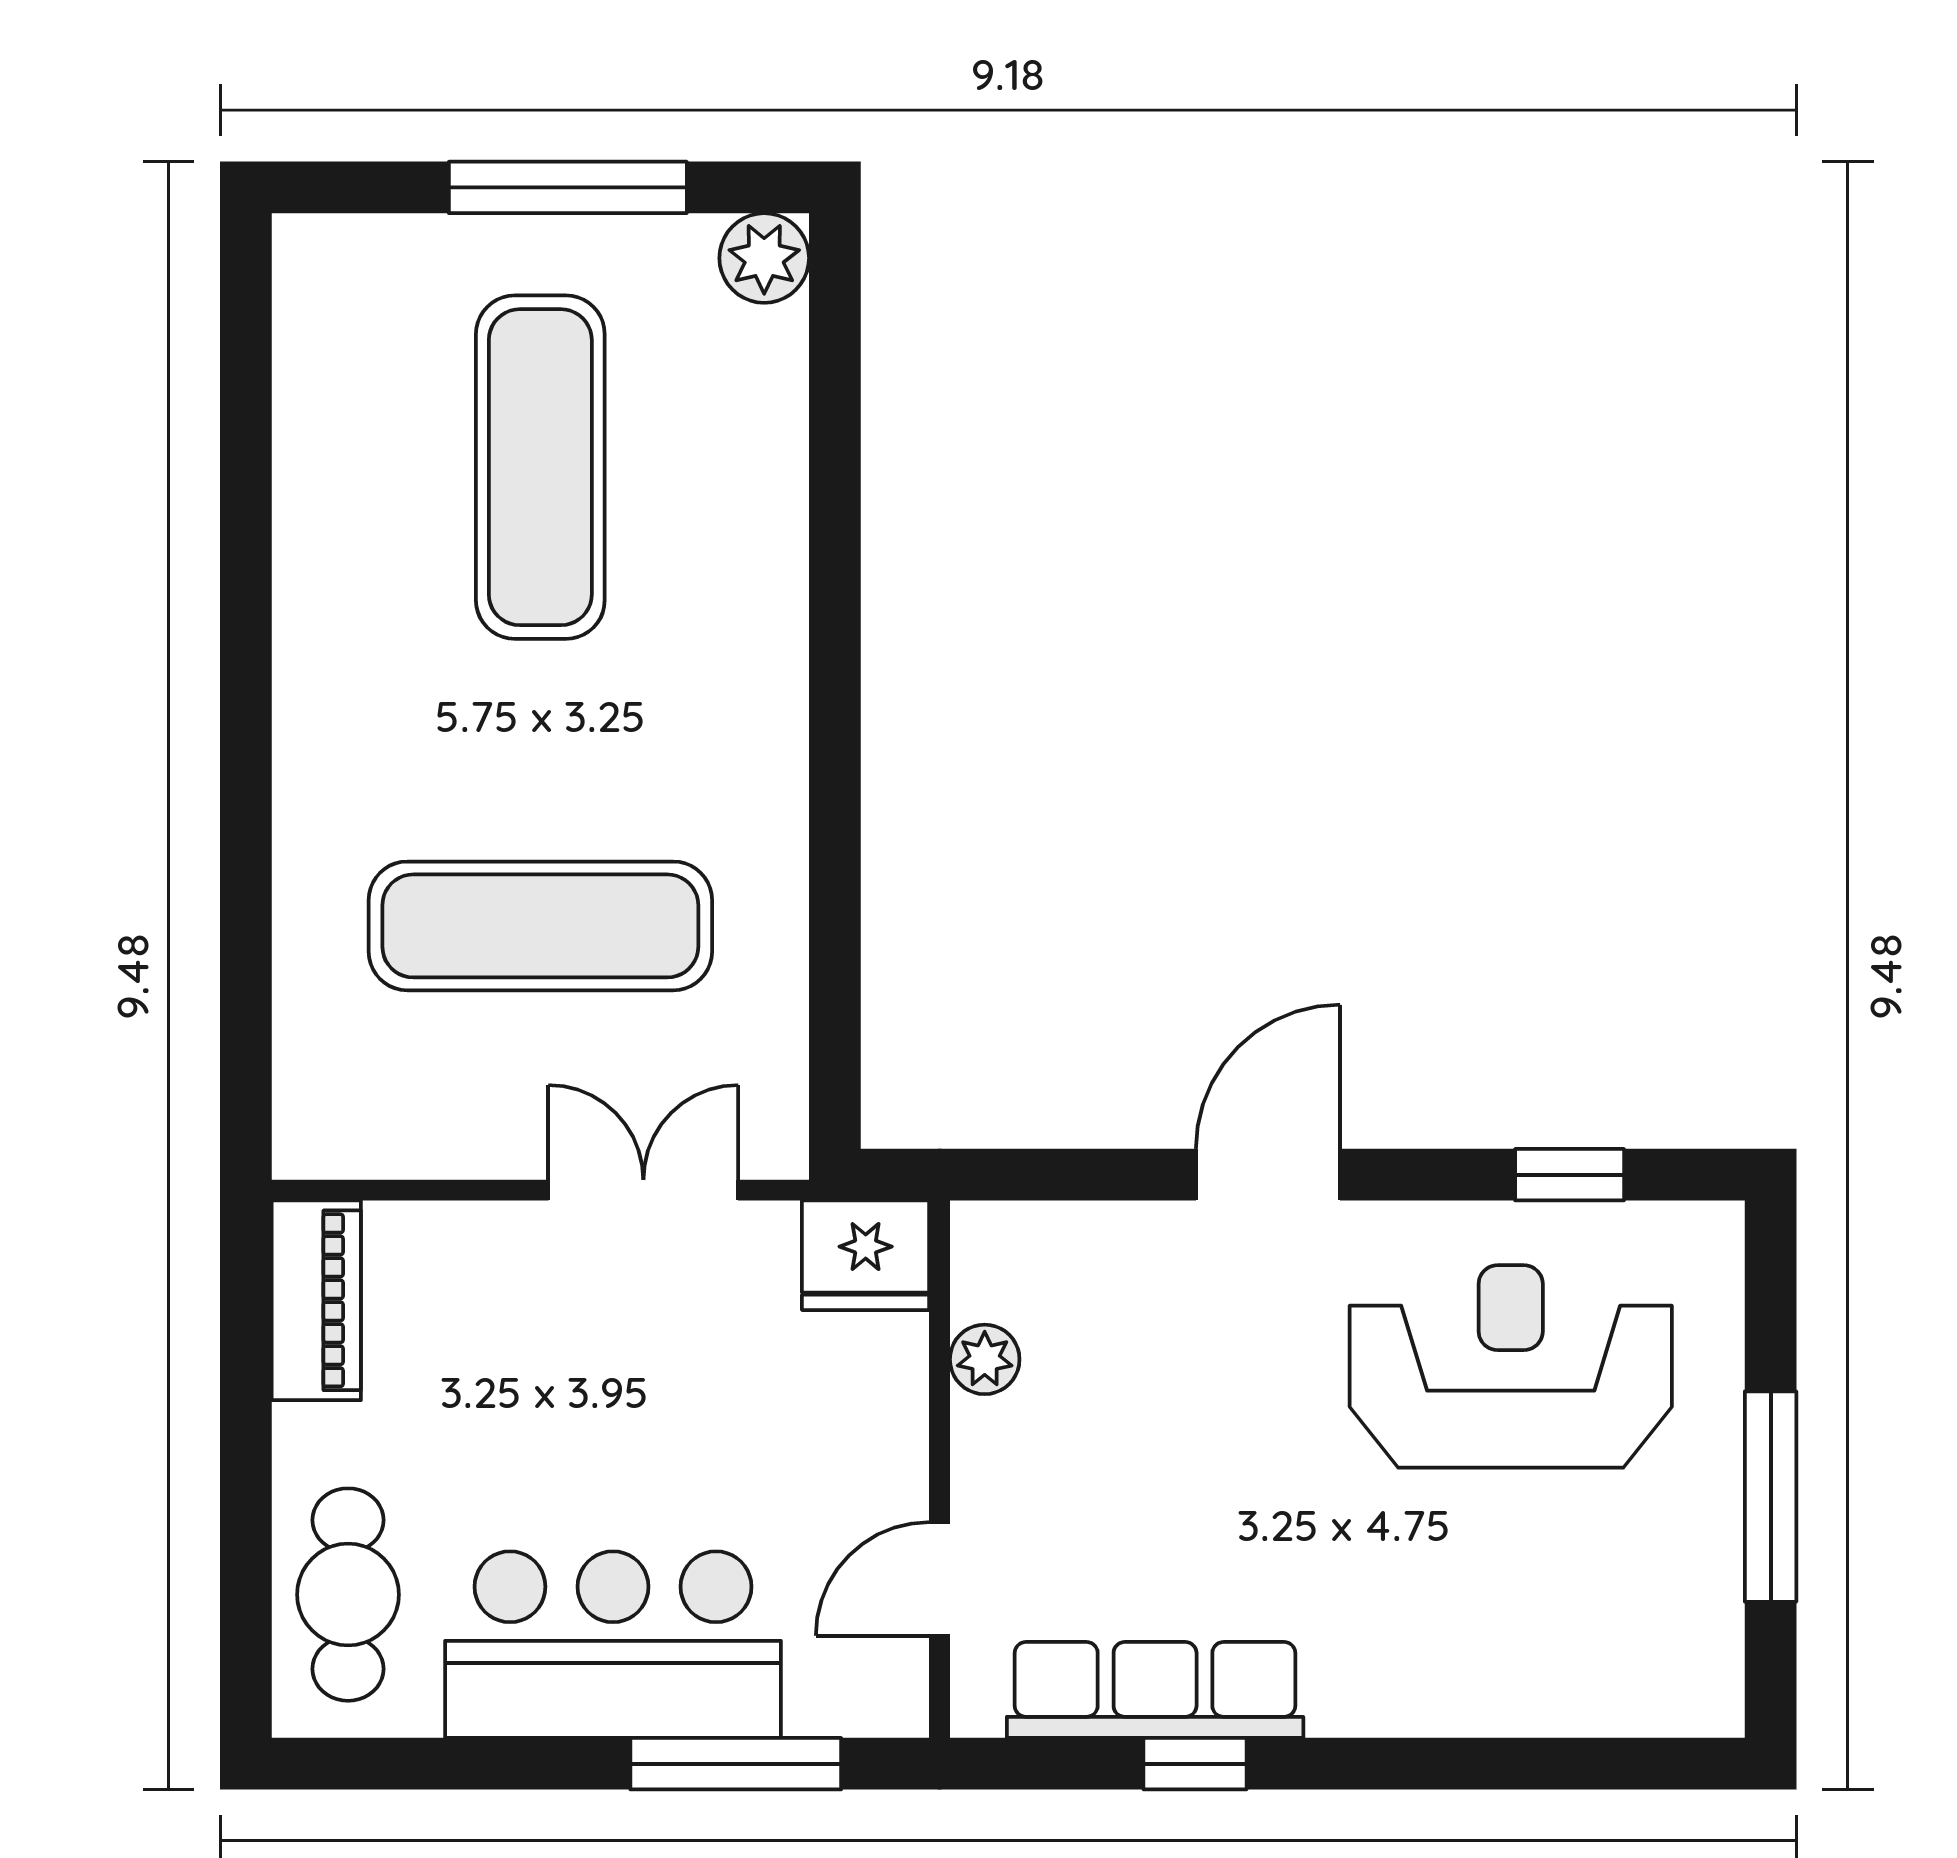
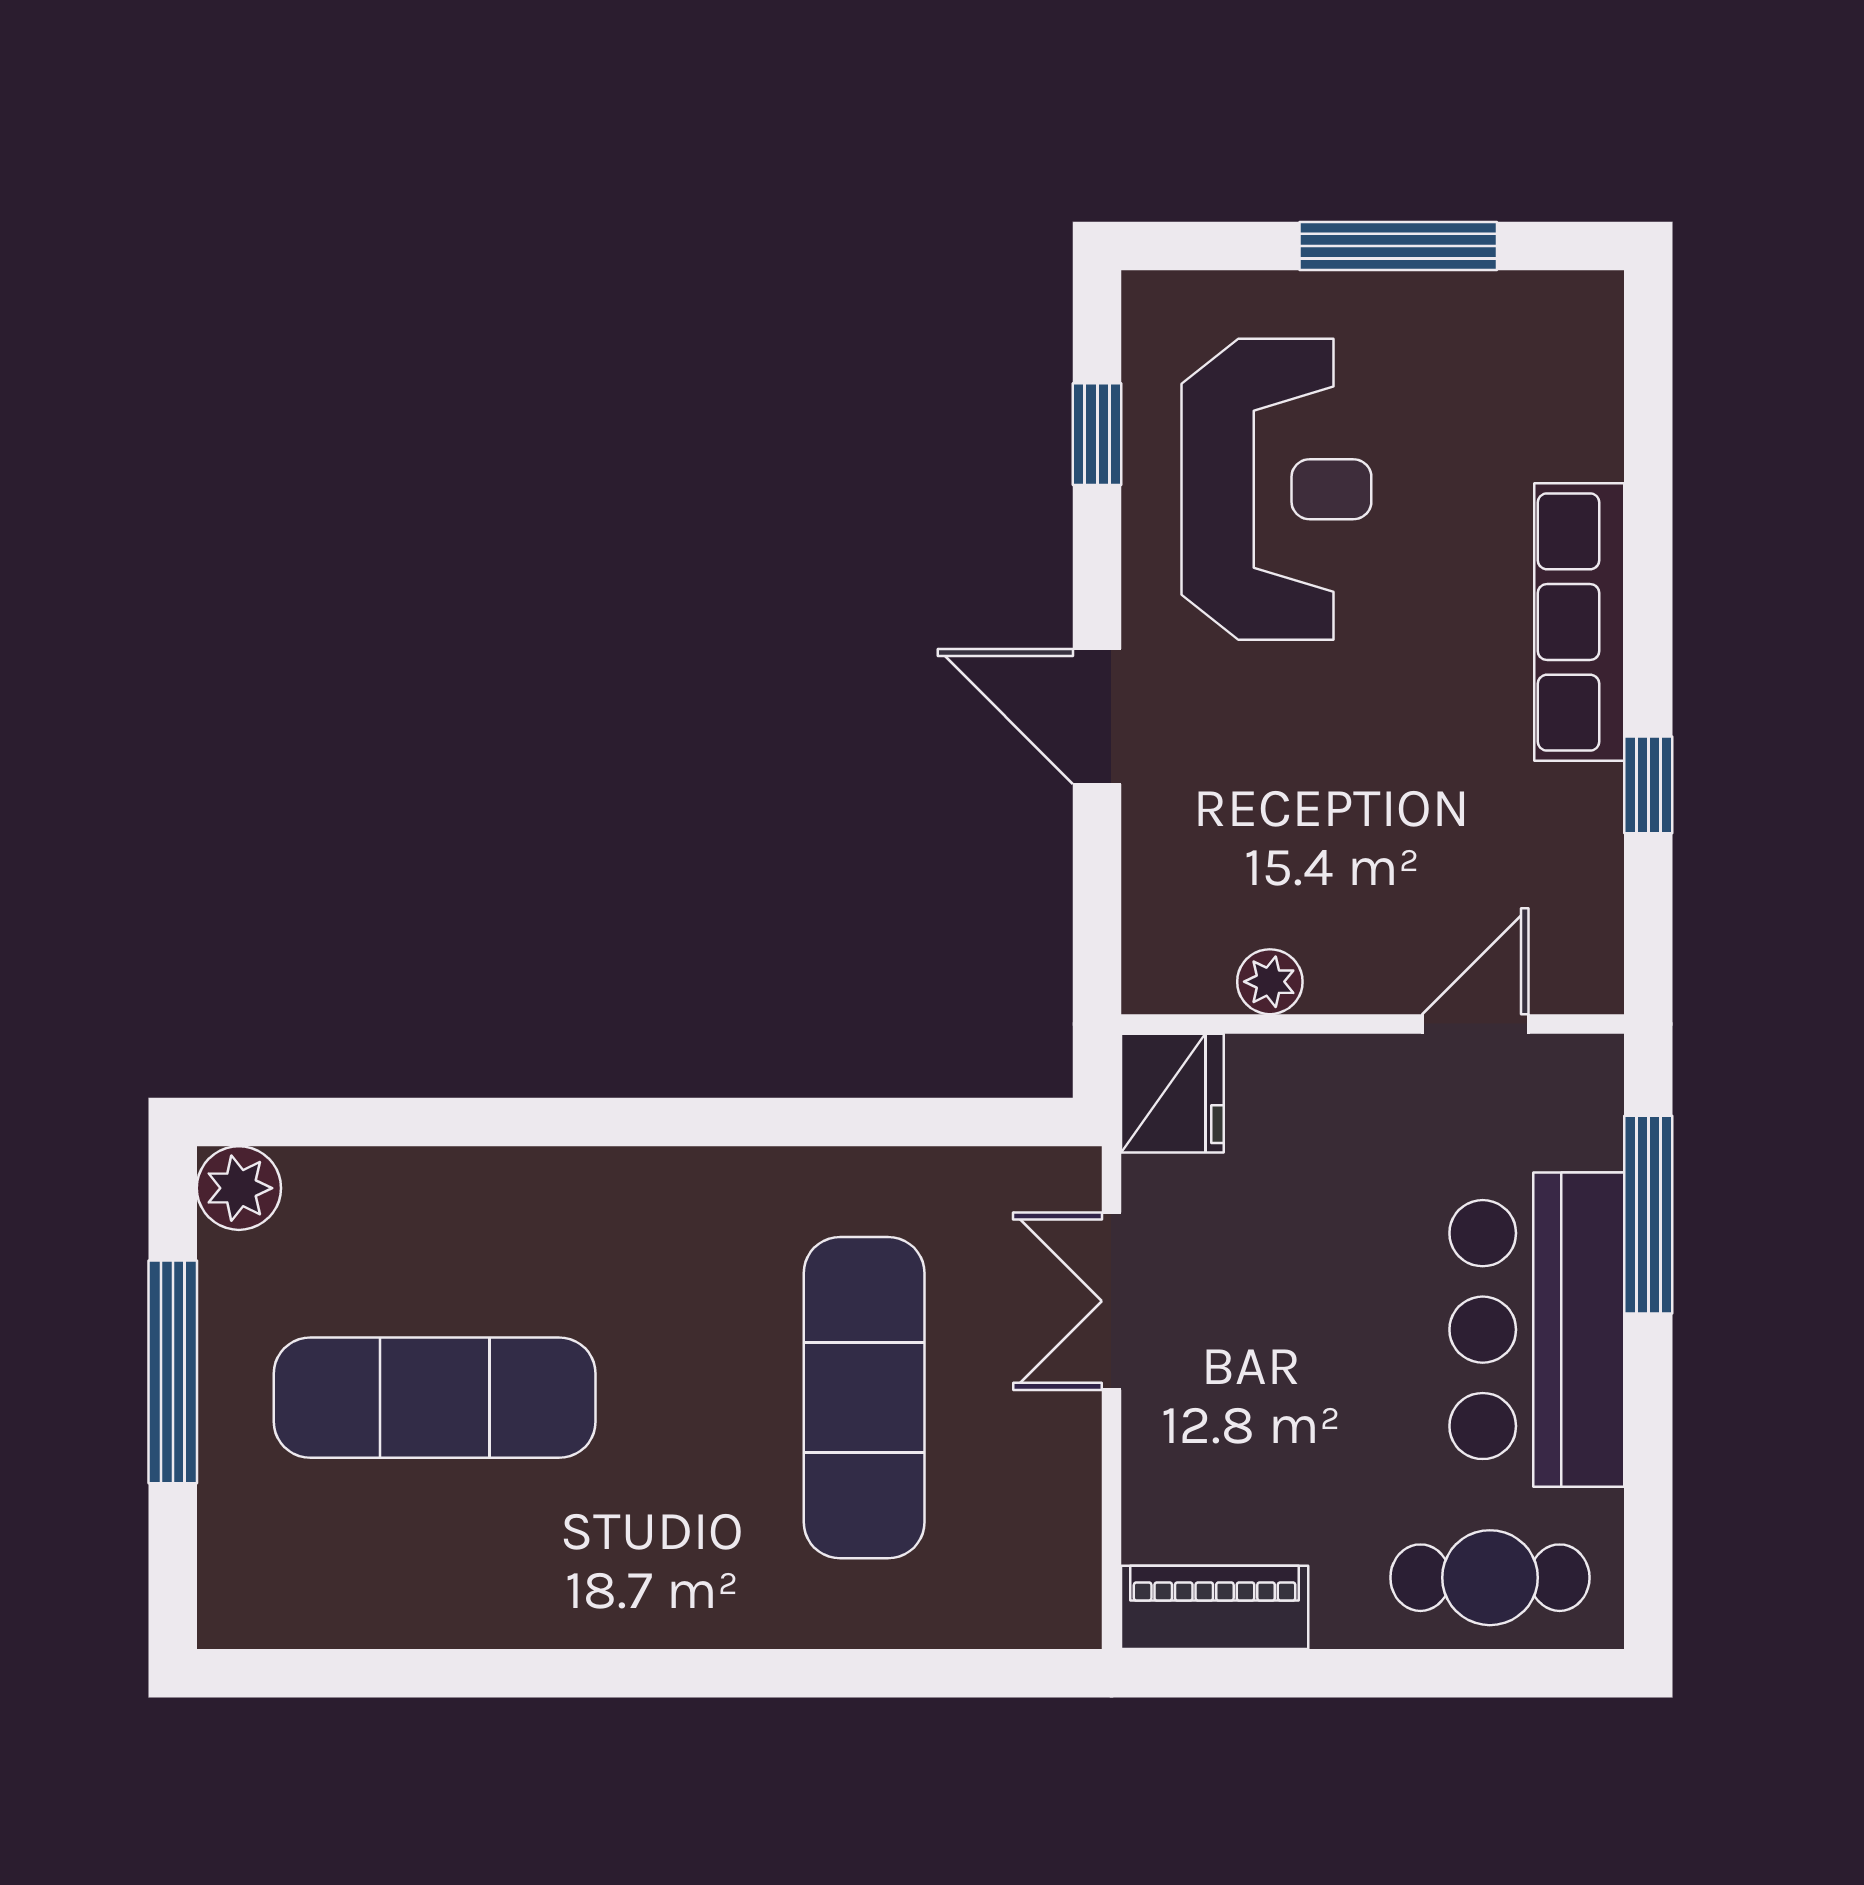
reception desk: (1511, 1366) -> (1276, 489), turned 180
door: (940, 1579) -> (1475, 1024), swing flipped
row of seats: (1155, 1690) -> (1579, 622), moved

